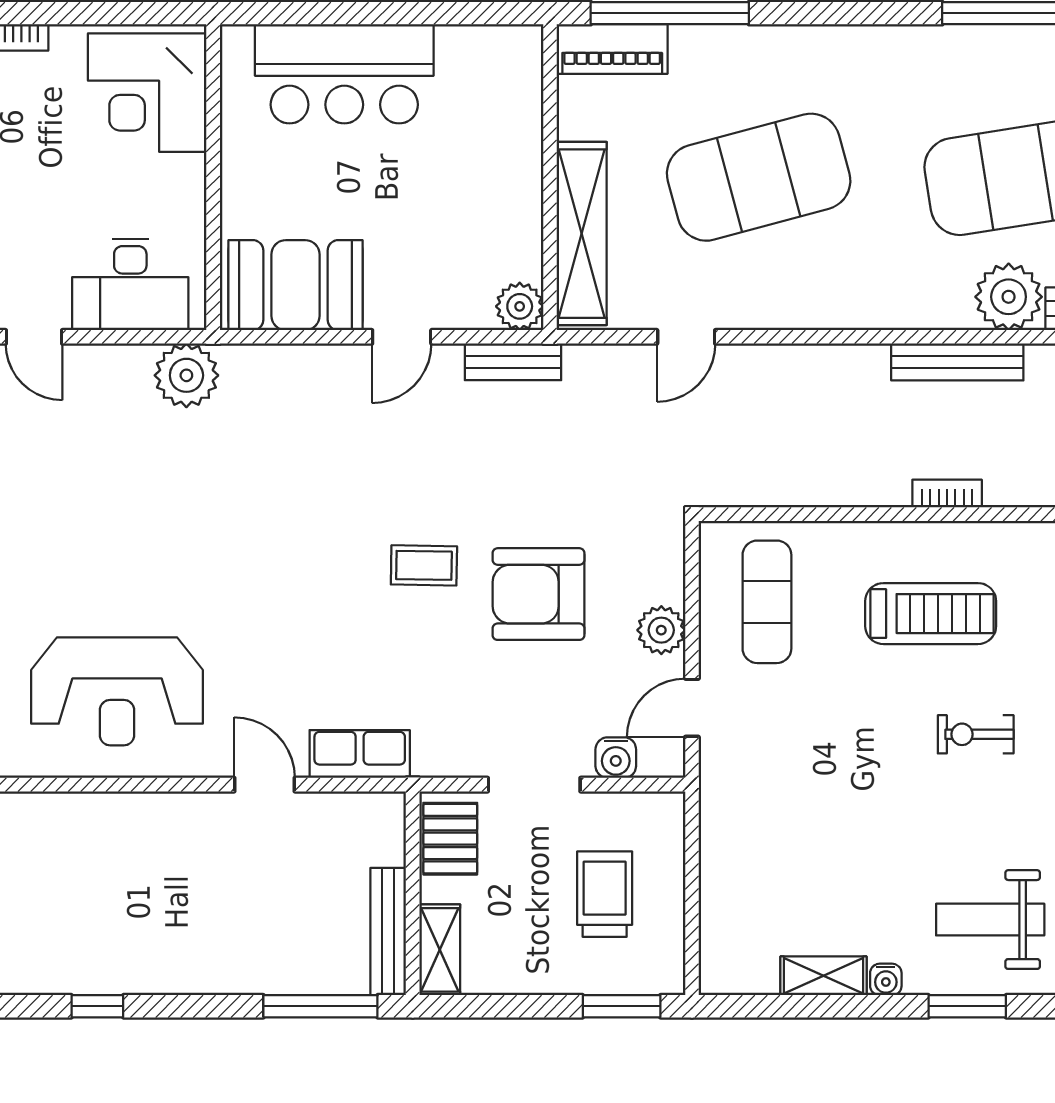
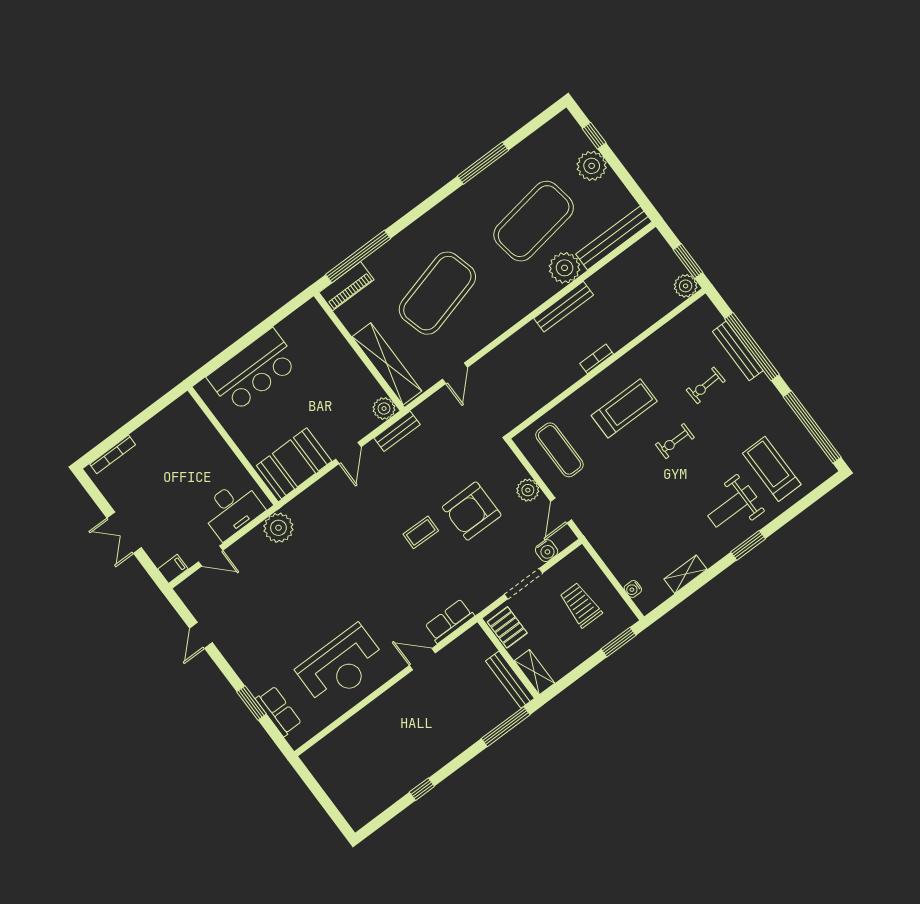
corner desk: (147, 93) -> (185, 433), removed
water cooler: (886, 979) -> (633, 589), moved, turned 90

